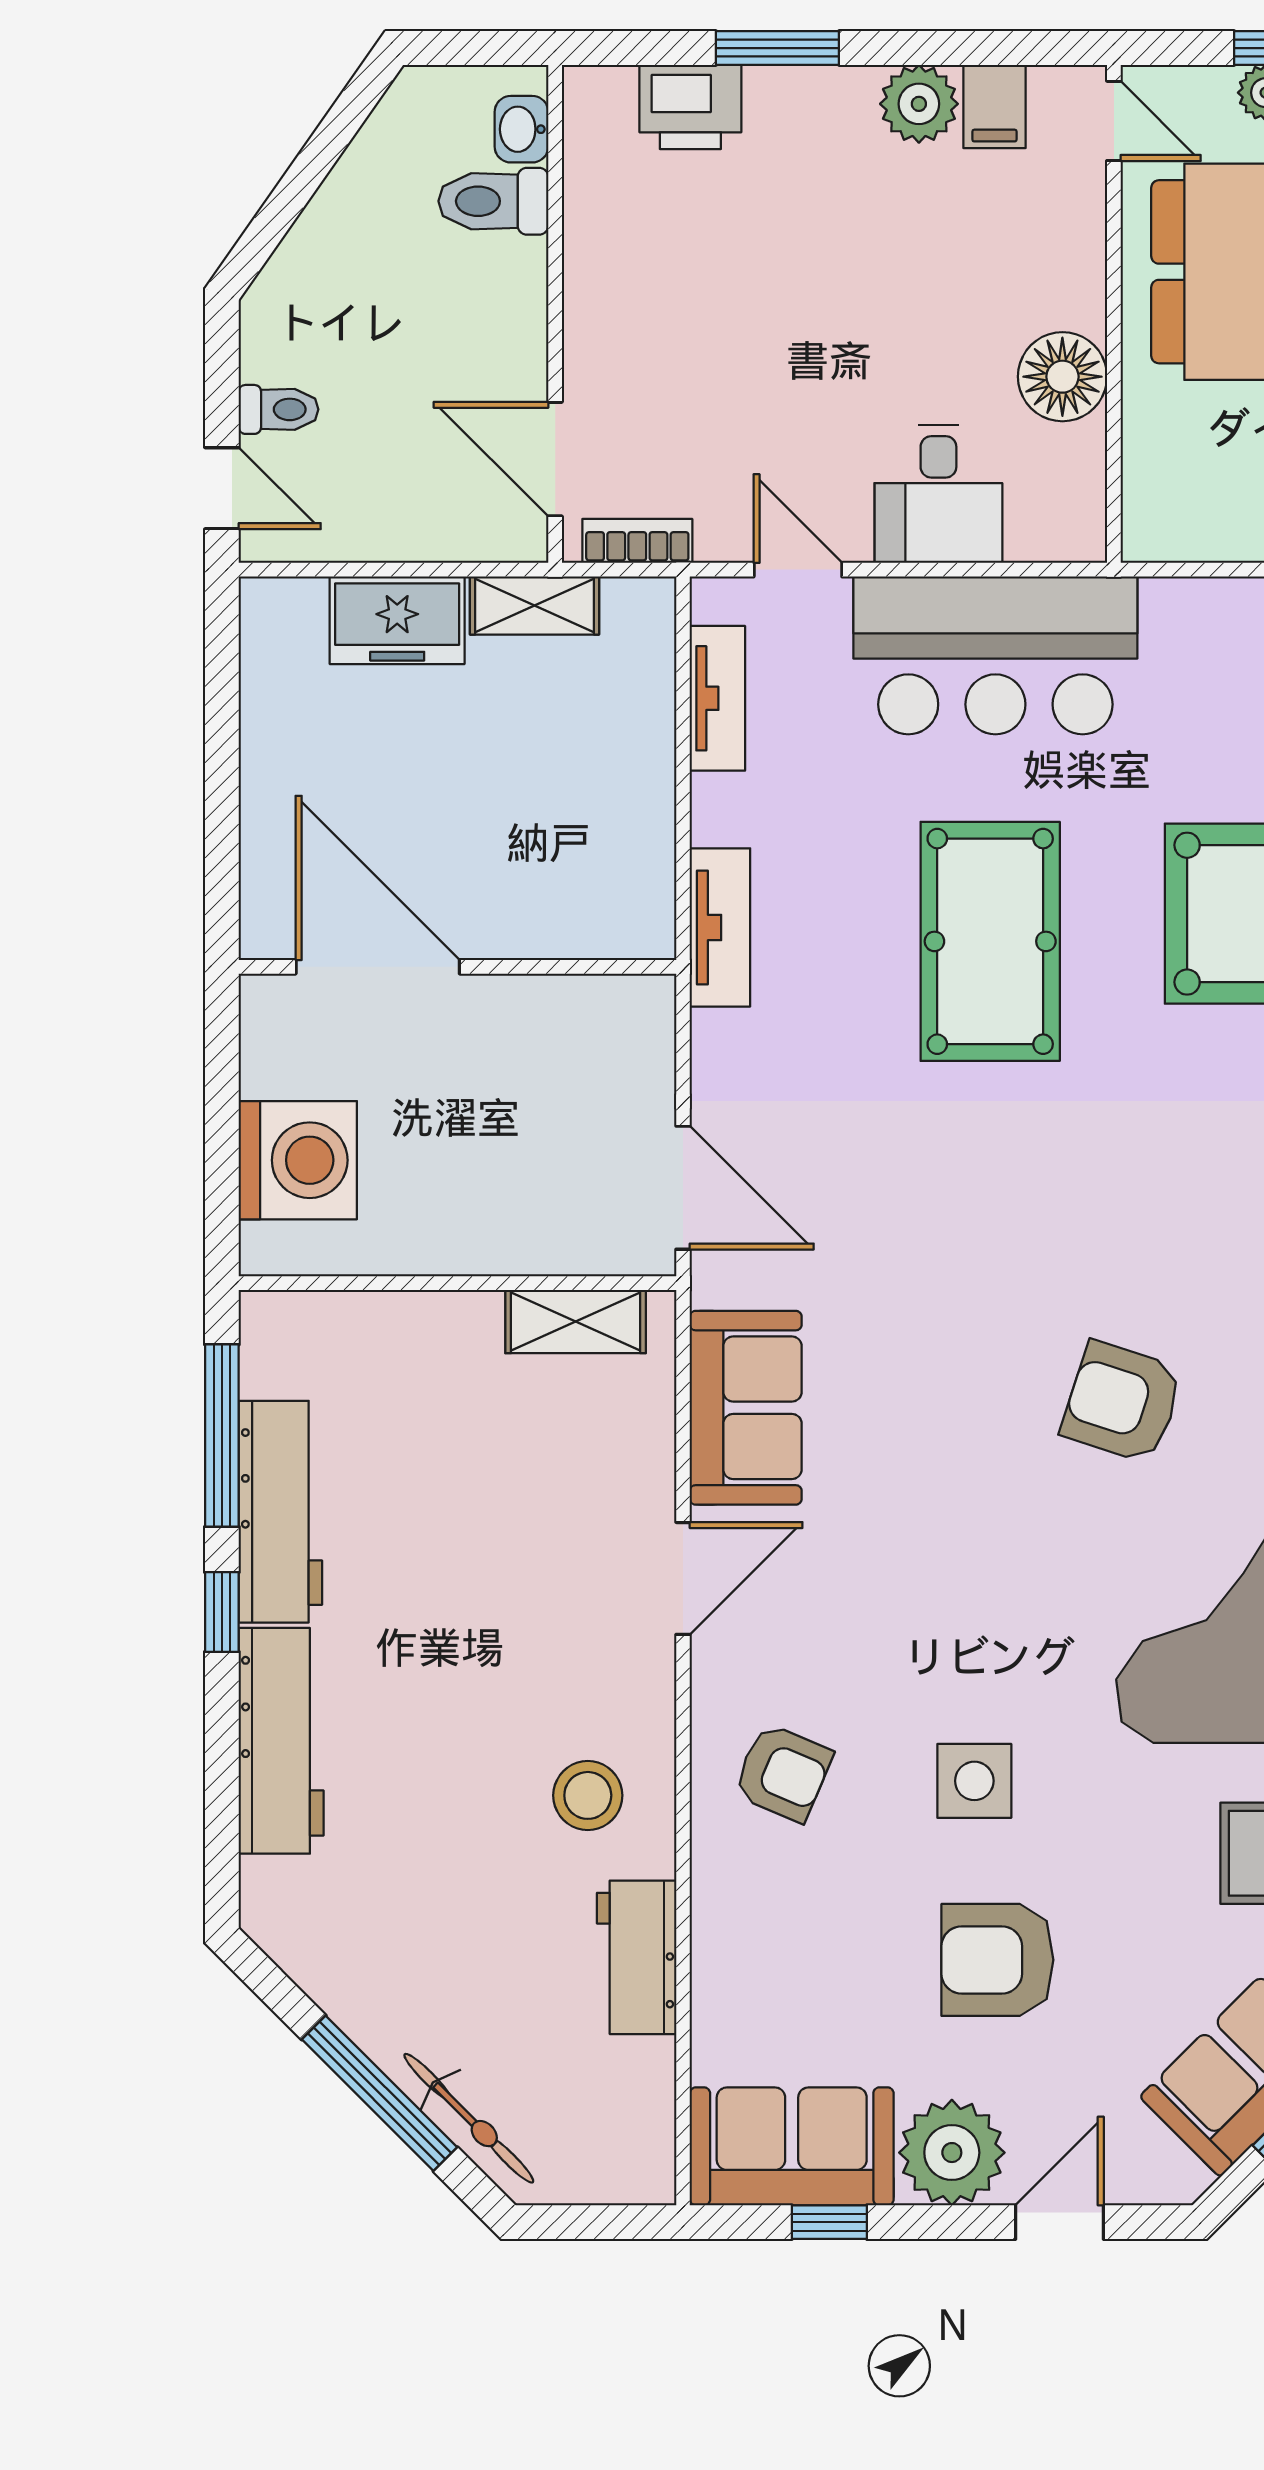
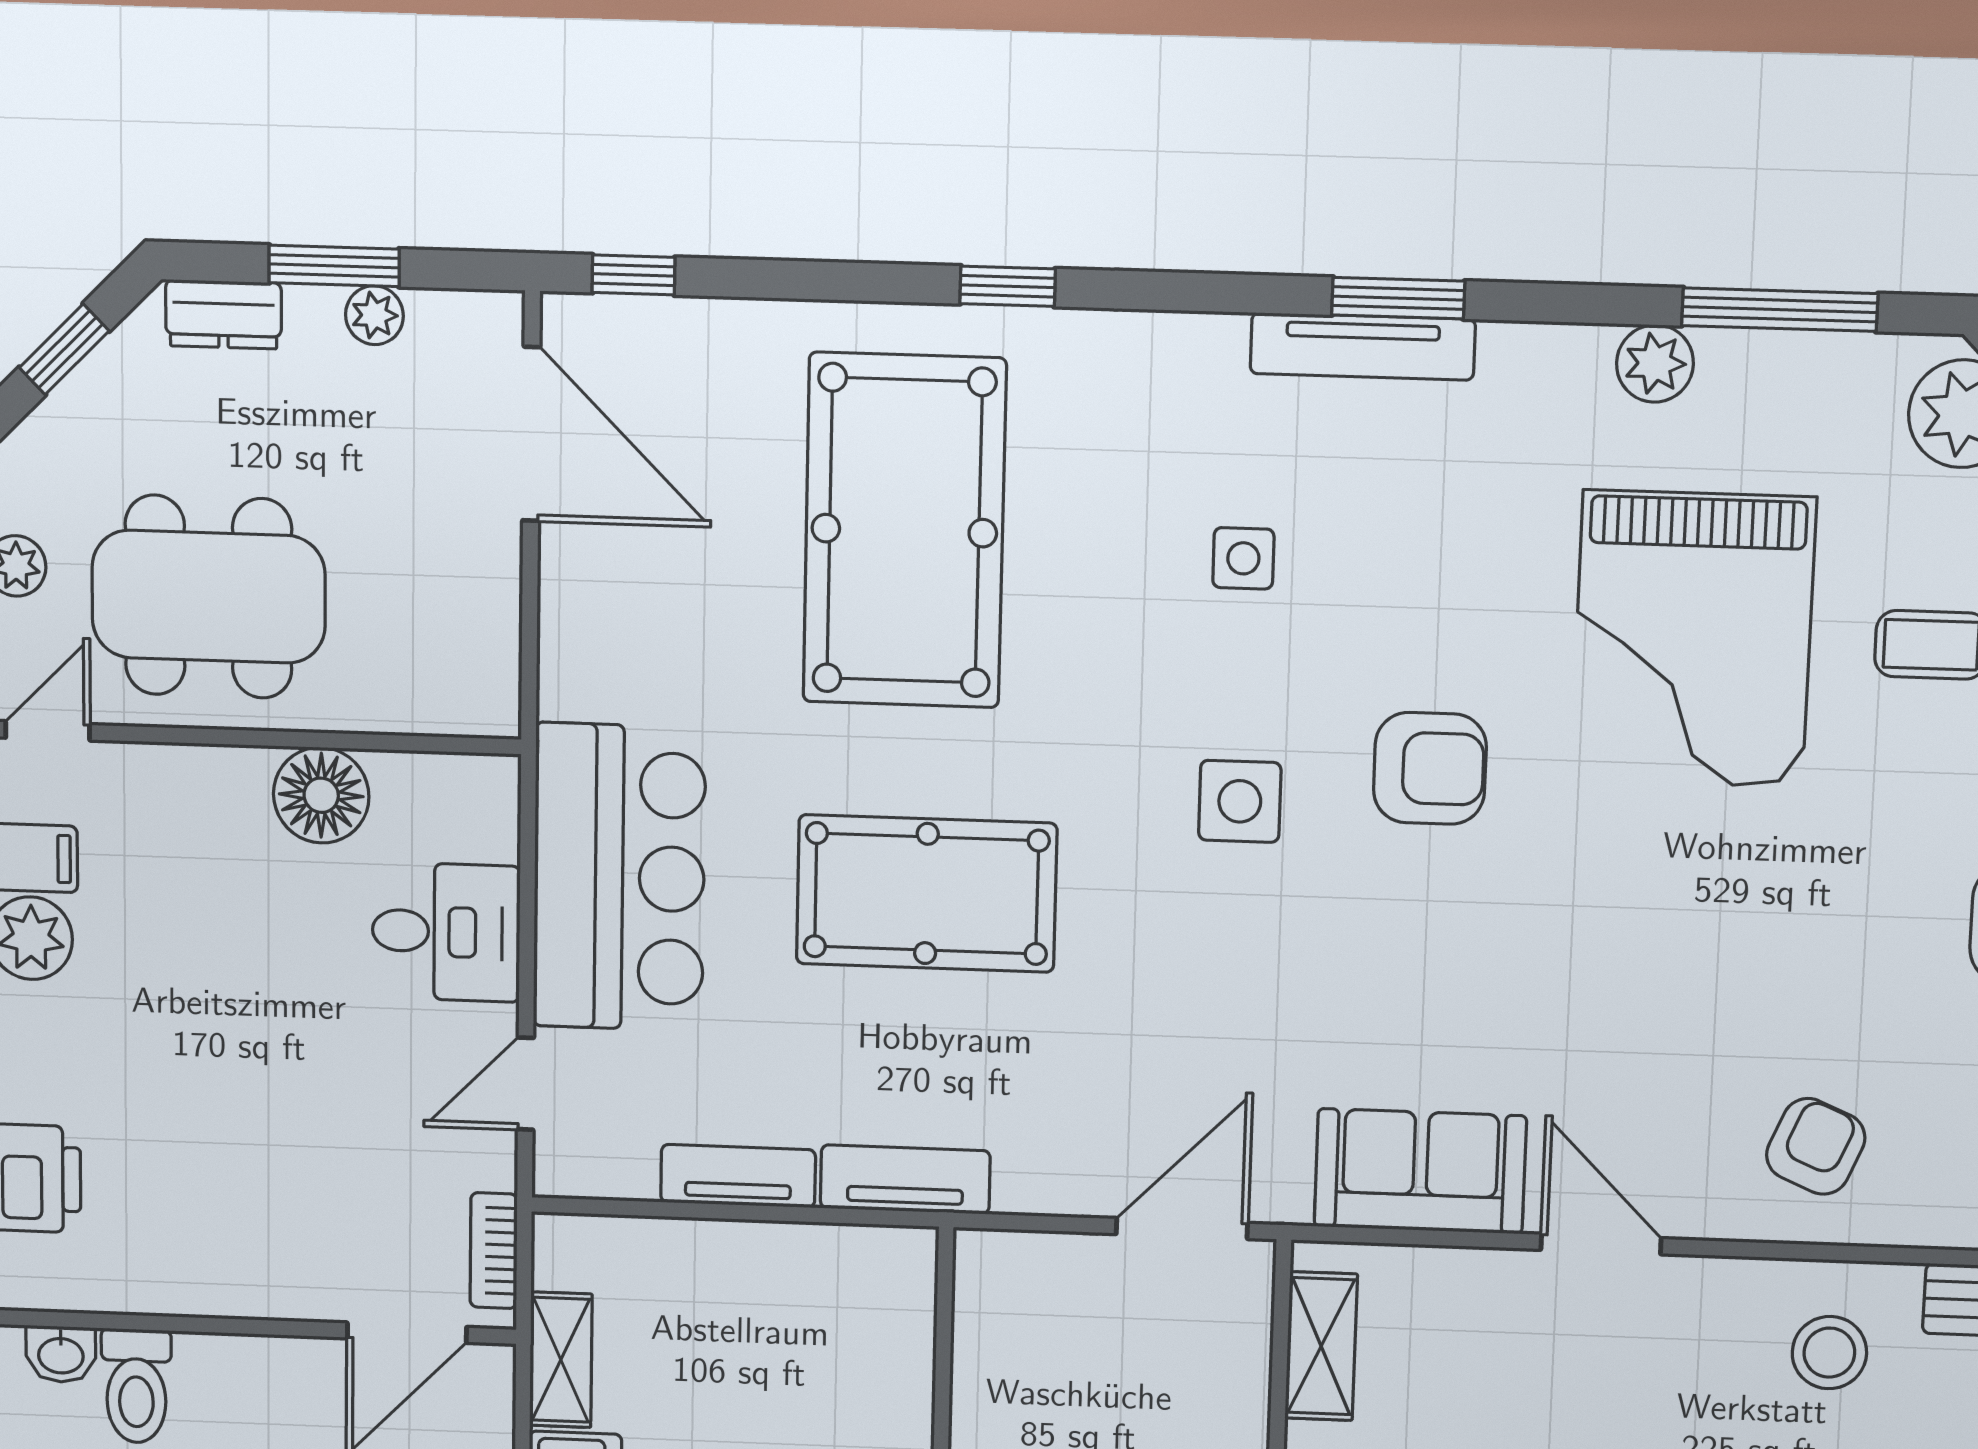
tv unit: (717, 698) -> (738, 1176), moved
armchair: (1122, 1402) -> (1430, 768), turned -108
side table: (974, 1781) -> (1240, 801), moved

